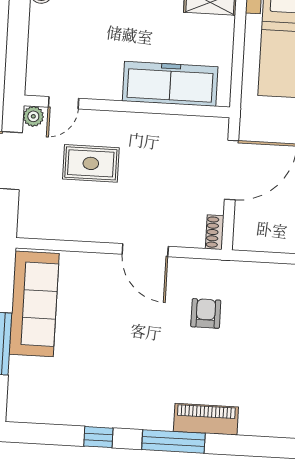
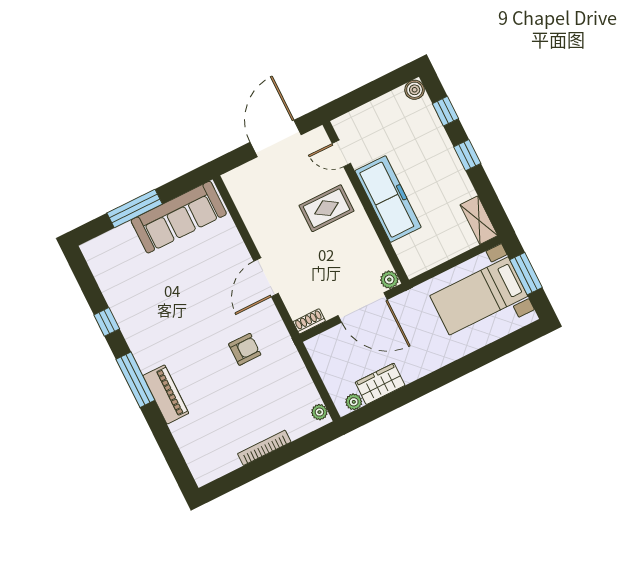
freezer: (170, 84) -> (388, 199), moved
plant: (33, 116) -> (389, 280), moved
rug: (91, 163) -> (326, 208), moved, turned 90

